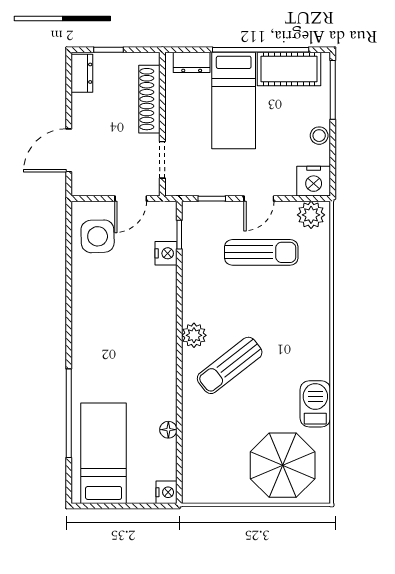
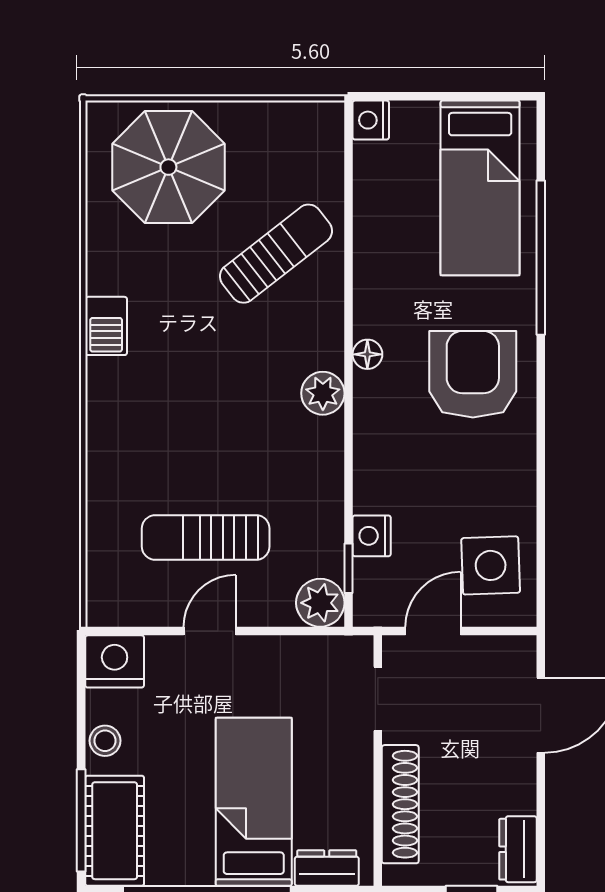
cot: (289, 69) -> (115, 831), moved, turned 90
window: (212, 199) -> (292, 631), removed
plant: (311, 215) -> (320, 603), moved
armchair: (108, 346) -> (473, 374), added
sun lounger: (230, 365) -> (276, 254), moved
barbecue: (315, 404) -> (106, 326), moved, width x0.73, depth x0.79
floor lamp: (168, 430) -> (367, 354), moved

